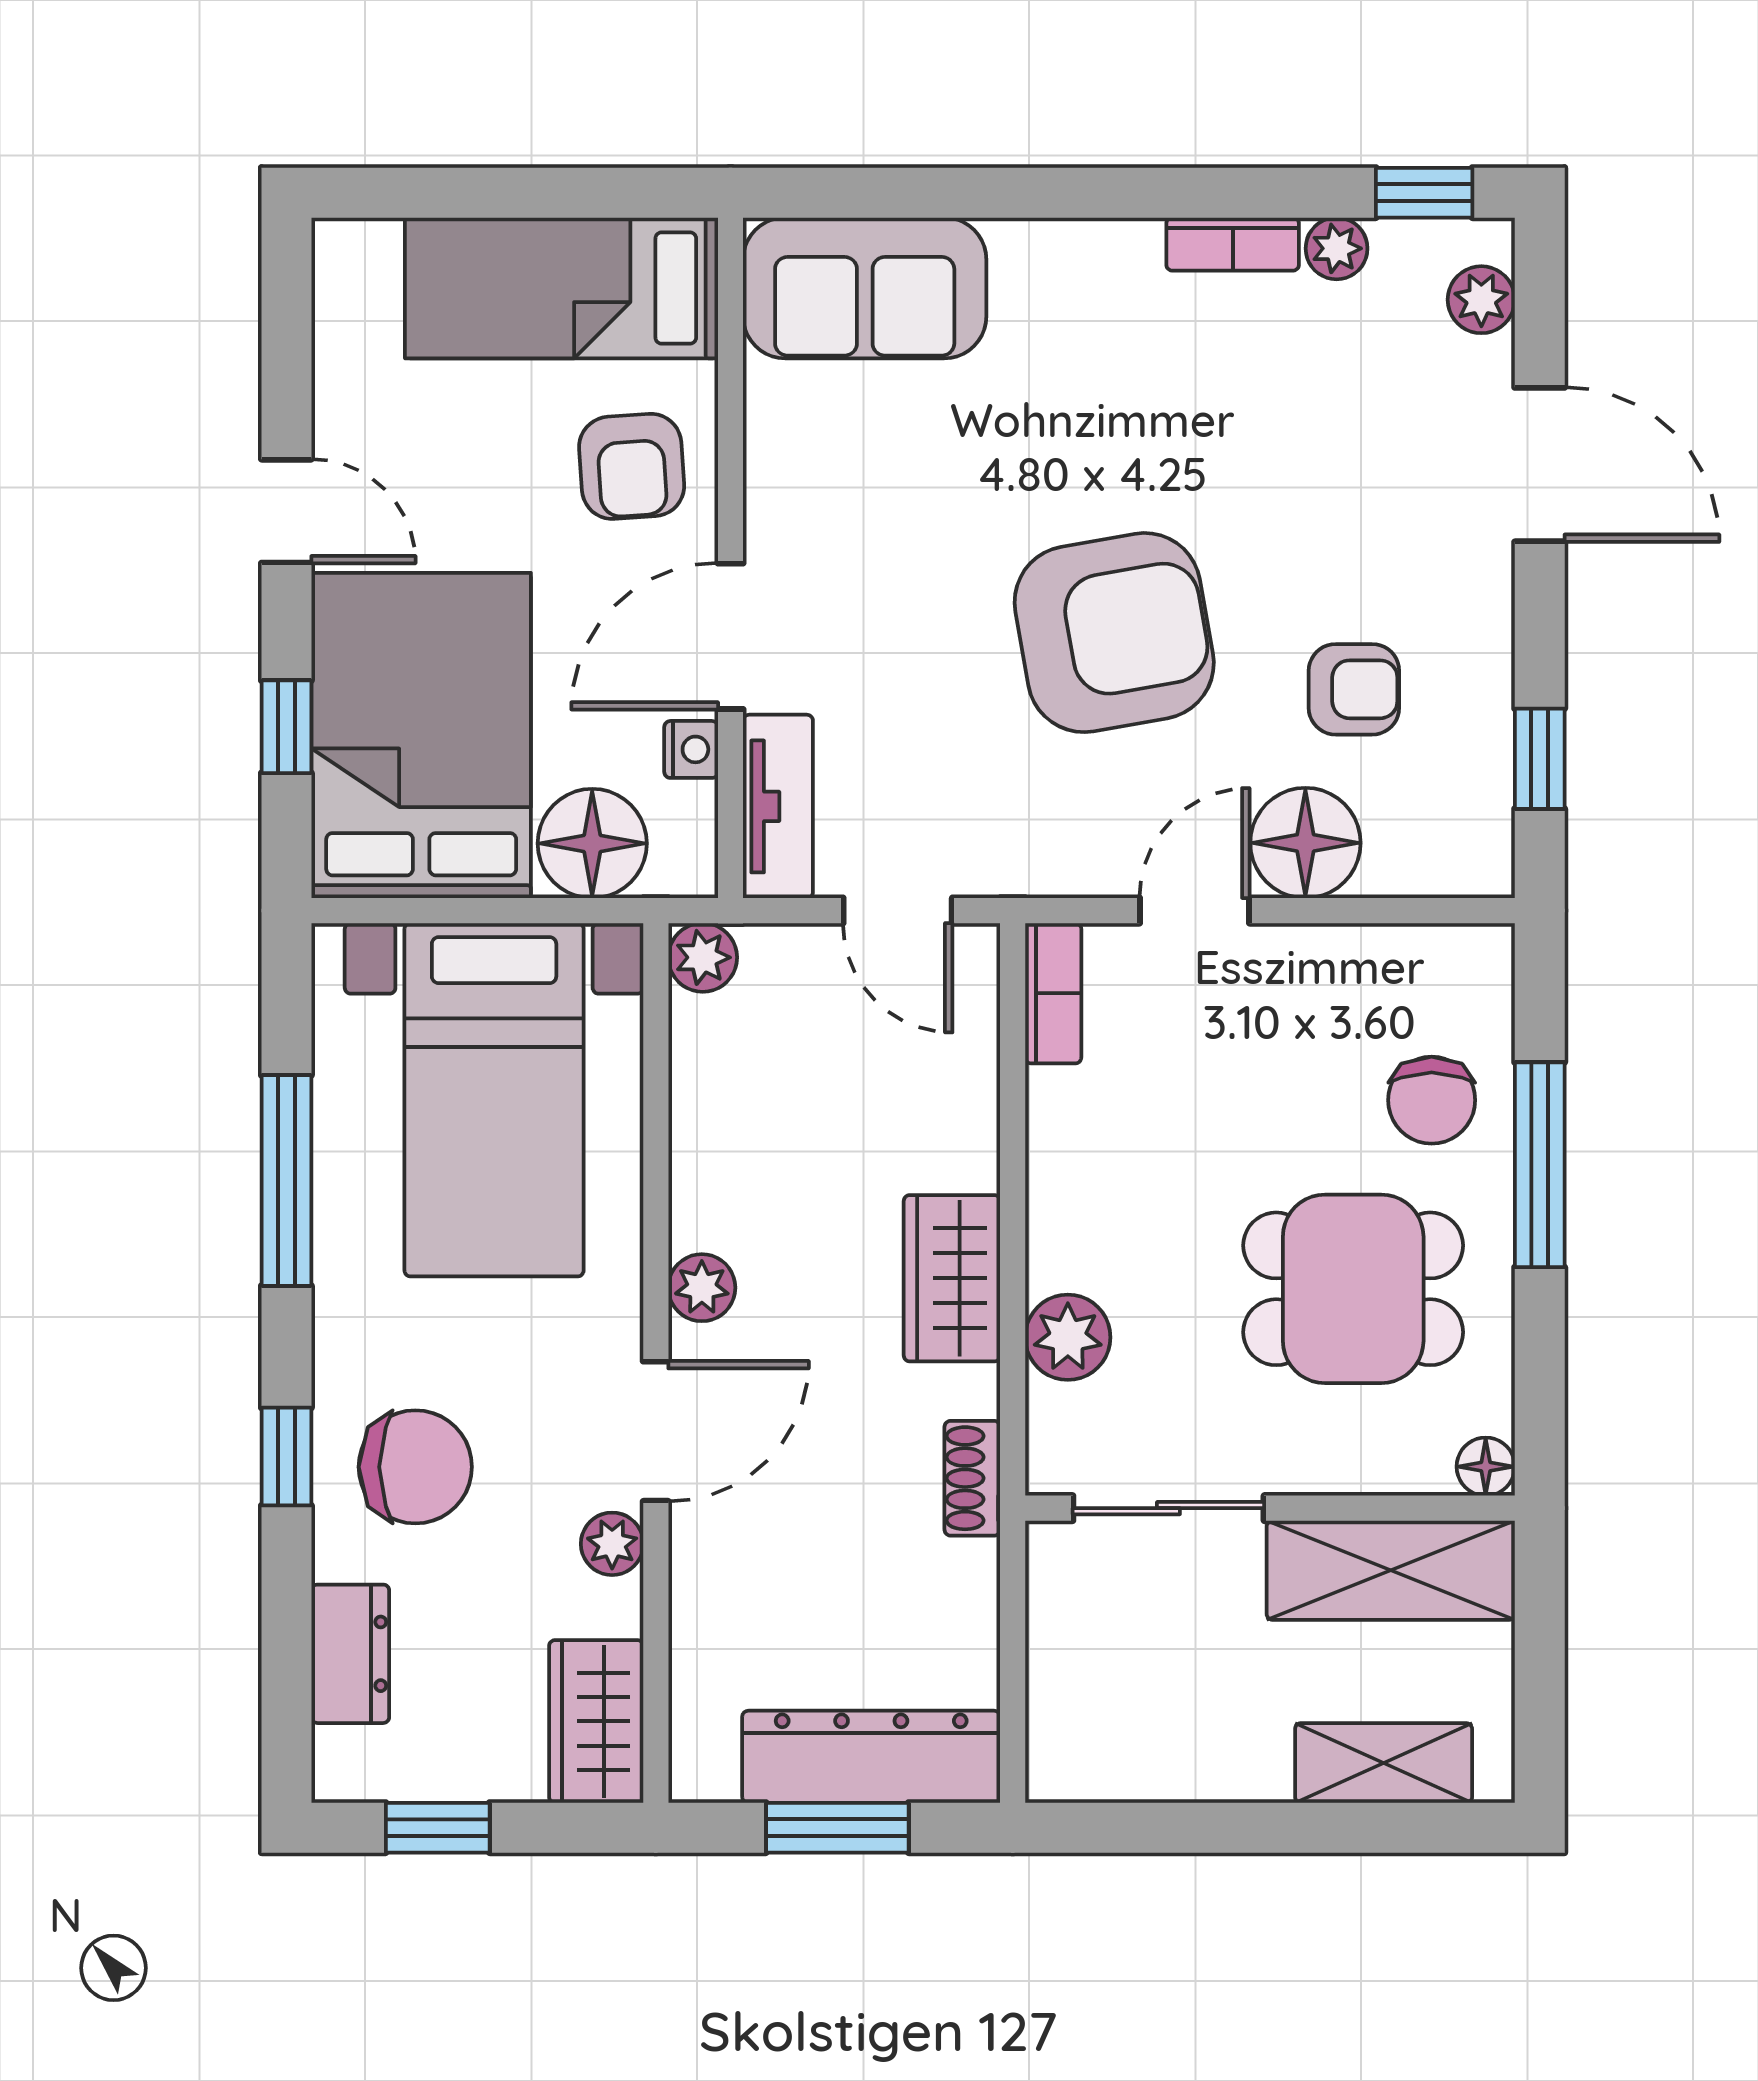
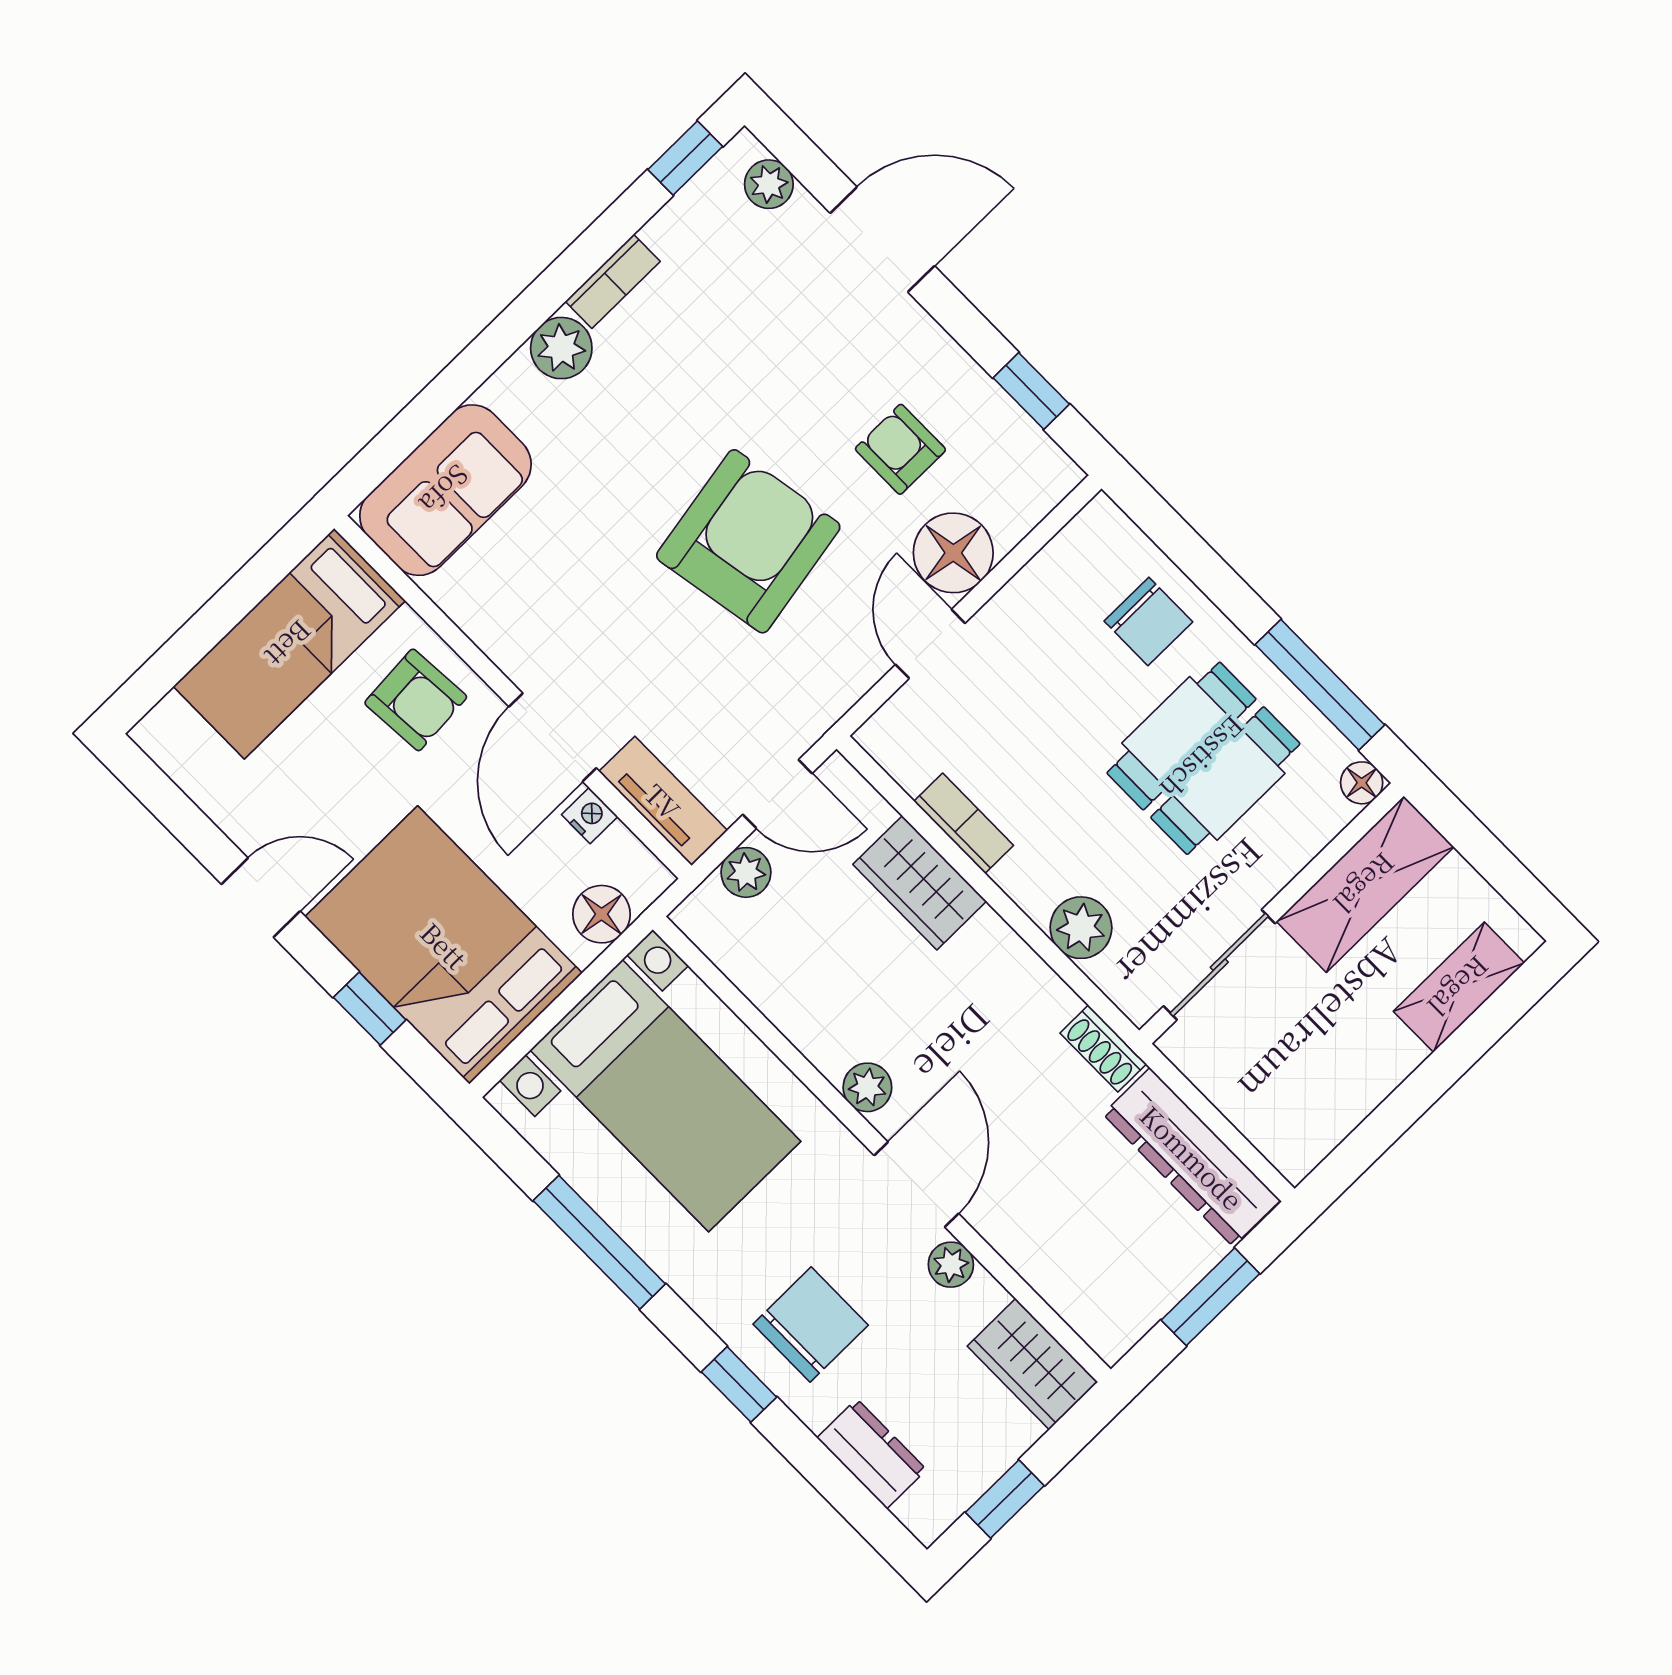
plant: (1337, 248) -> (561, 348), moved, width x1.38, depth x1.38
armchair: (1354, 689) -> (900, 449), turned -90
floor lamp: (592, 843) -> (601, 914), width x0.73, depth x0.73
plant: (703, 957) -> (746, 872), moved
bookcase: (1053, 993) -> (964, 823), moved
window: (1540, 1165) -> (1320, 685), moved
wardrobe: (952, 1278) -> (920, 883), moved
dresser: (871, 1757) -> (1192, 1157), moved, turned -90

